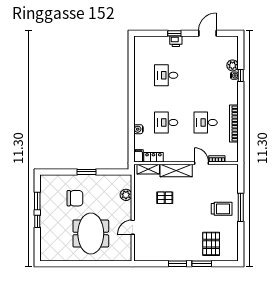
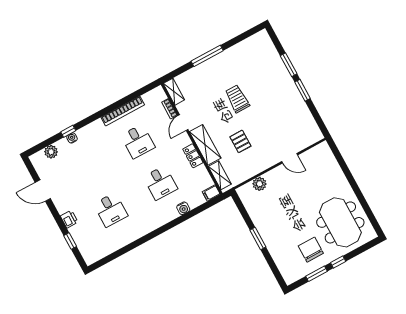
window: (174, 33) -> (70, 241), moved
plant: (232, 65) -> (51, 152), moved
locker: (153, 157) -> (193, 156), moved
shelving: (228, 169) -> (174, 92), added
chair: (75, 198) -> (311, 250), moved
trolley: (222, 209) -> (237, 99), moved
meeting table: (91, 233) -> (340, 222), moved, turned 90
pallet: (211, 244) -> (262, 66), removed

